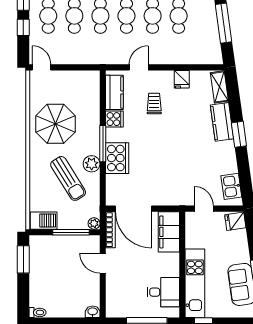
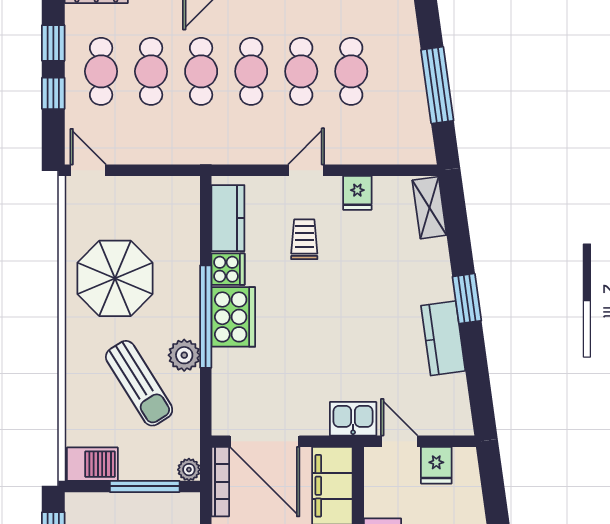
door: (139, 67) -> (306, 170), moved
kitchen counter: (222, 122) -> (443, 338), moved
window: (103, 144) -> (206, 317), width x1.46
cooker: (117, 158) -> (233, 317), moved
kitchen sink: (231, 186) -> (353, 419), moved, turned 98
fridge: (235, 221) -> (436, 465), moved, turned -82

